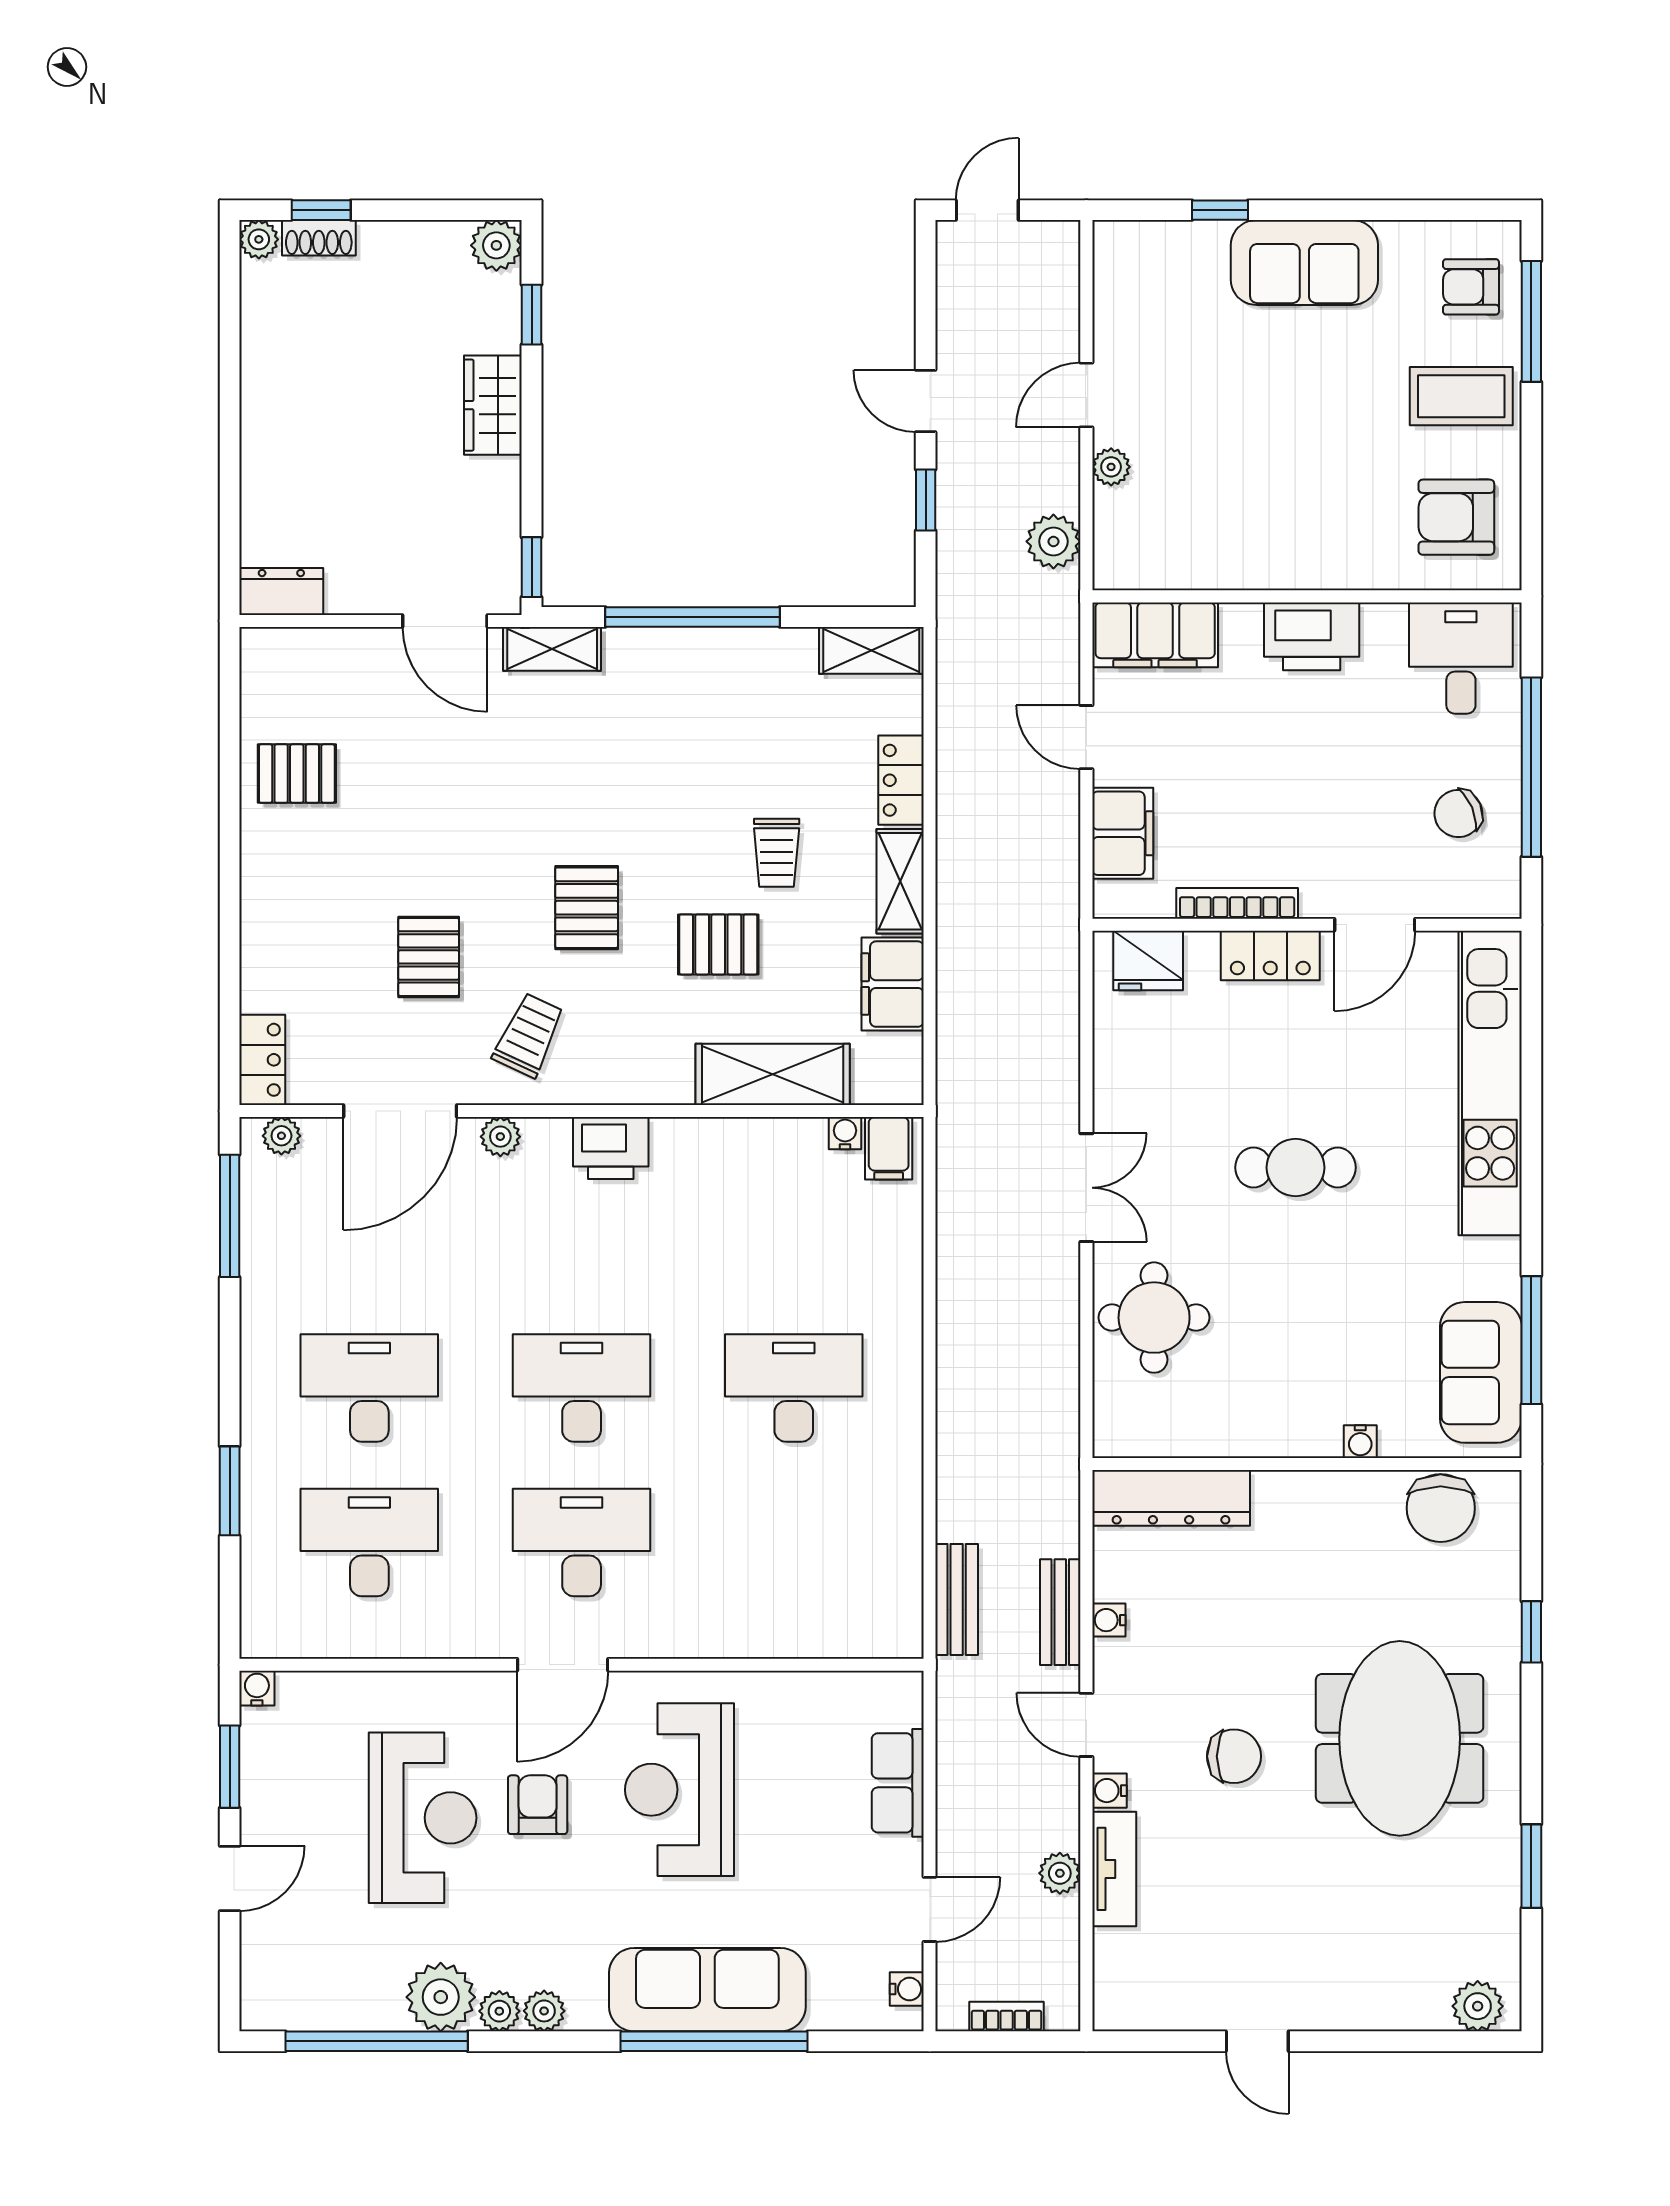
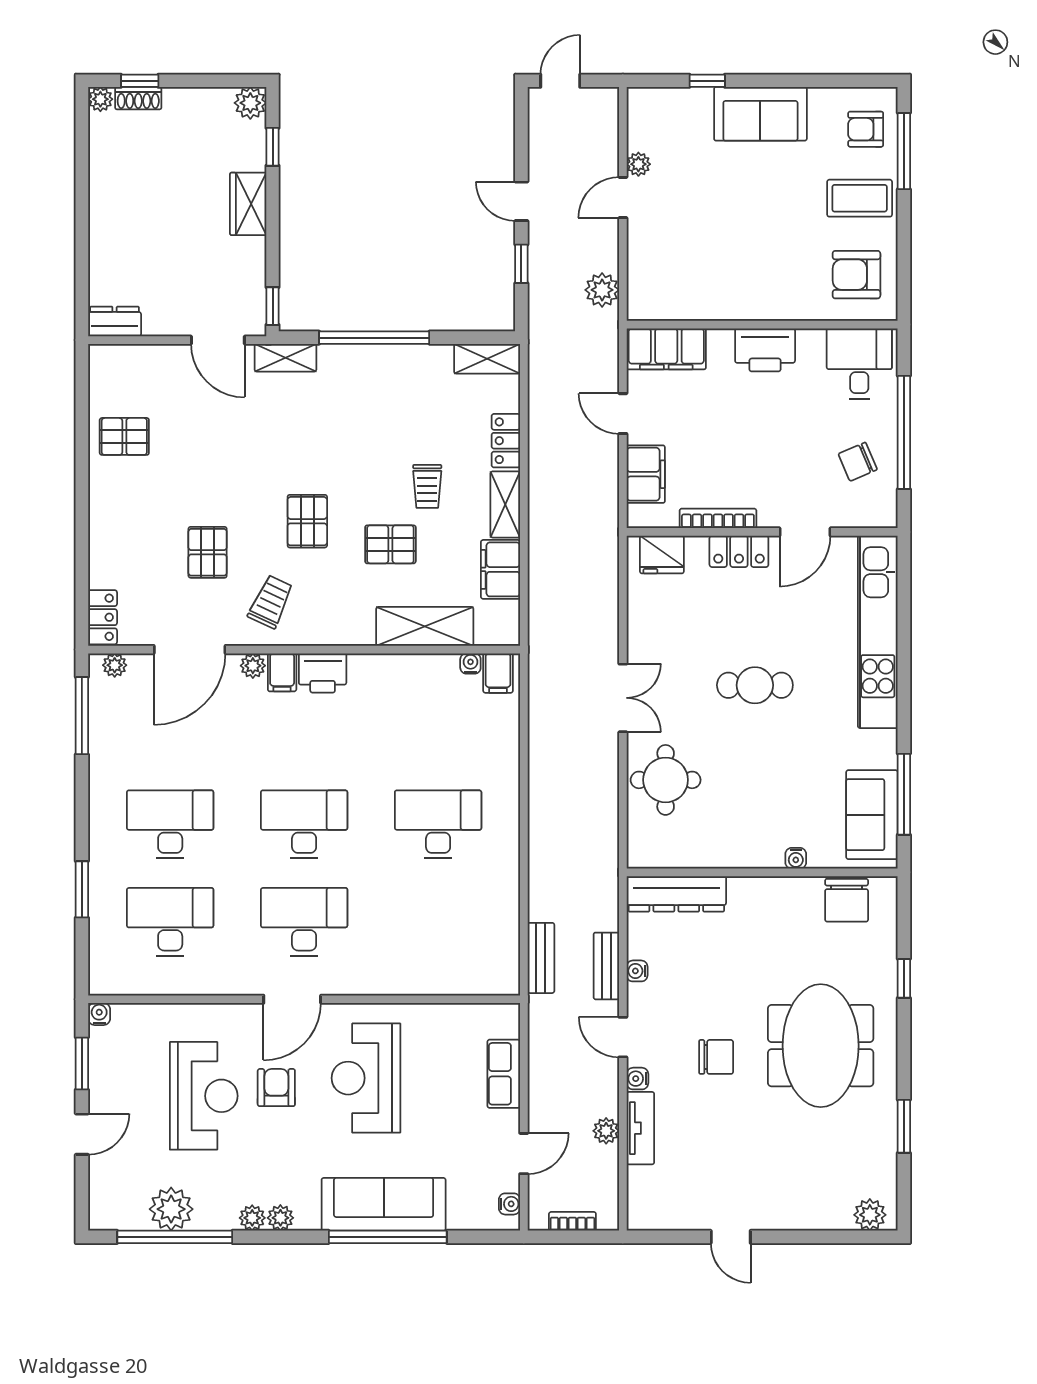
plant: (1111, 467) -> (638, 164), moved
filing cabinet: (547, 1147) -> (282, 672), added
plant: (441, 1997) -> (171, 1209), moved

